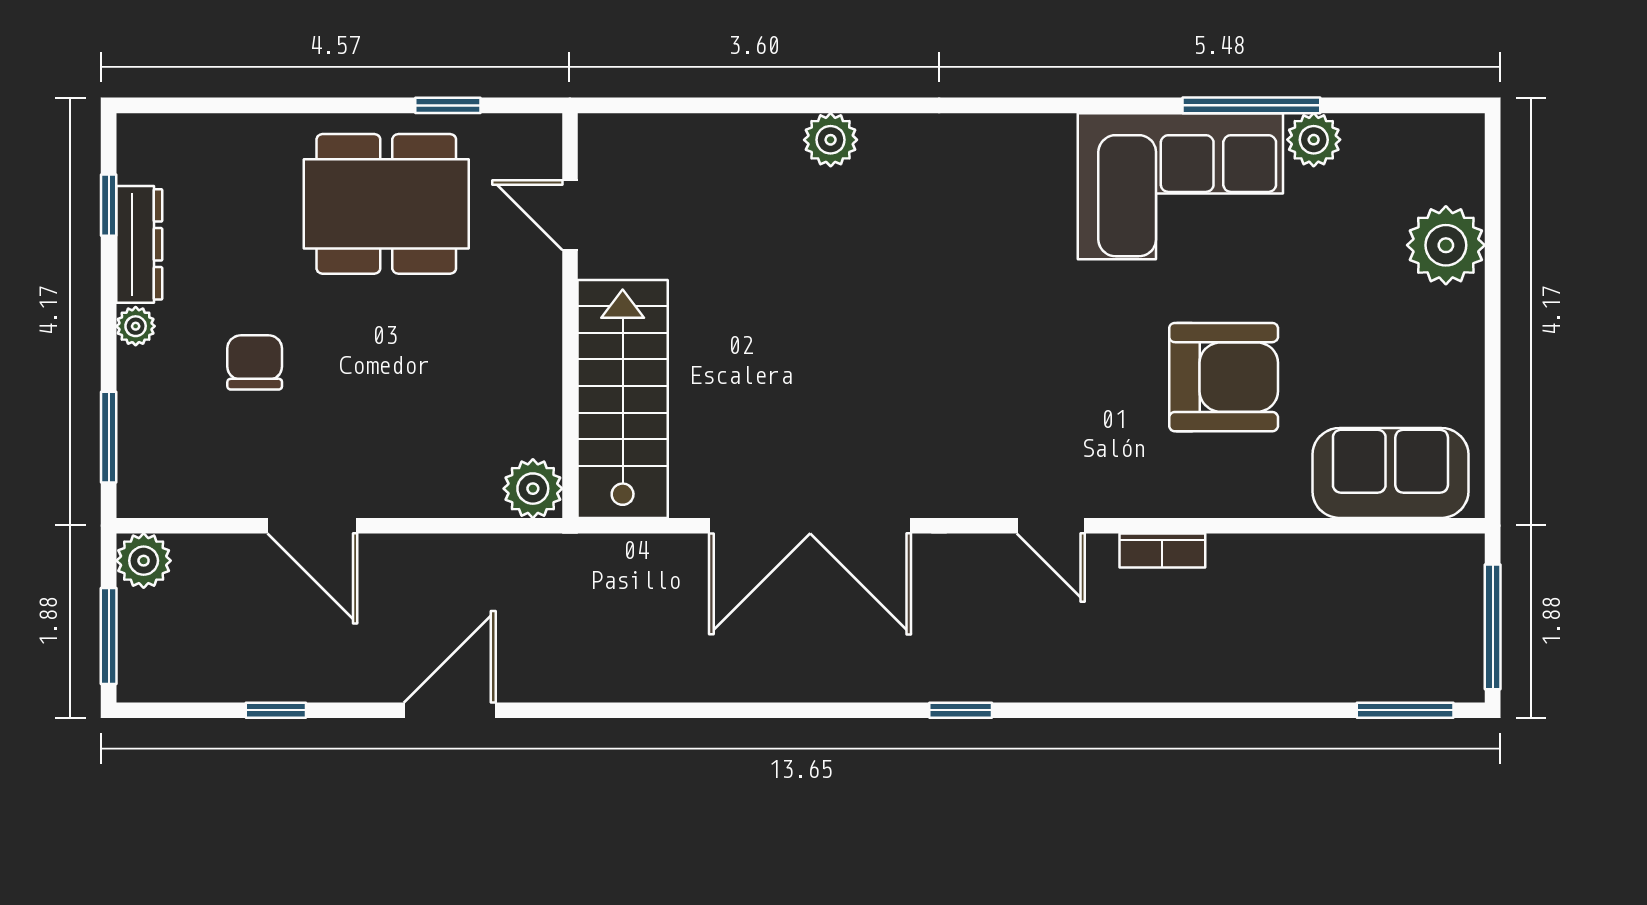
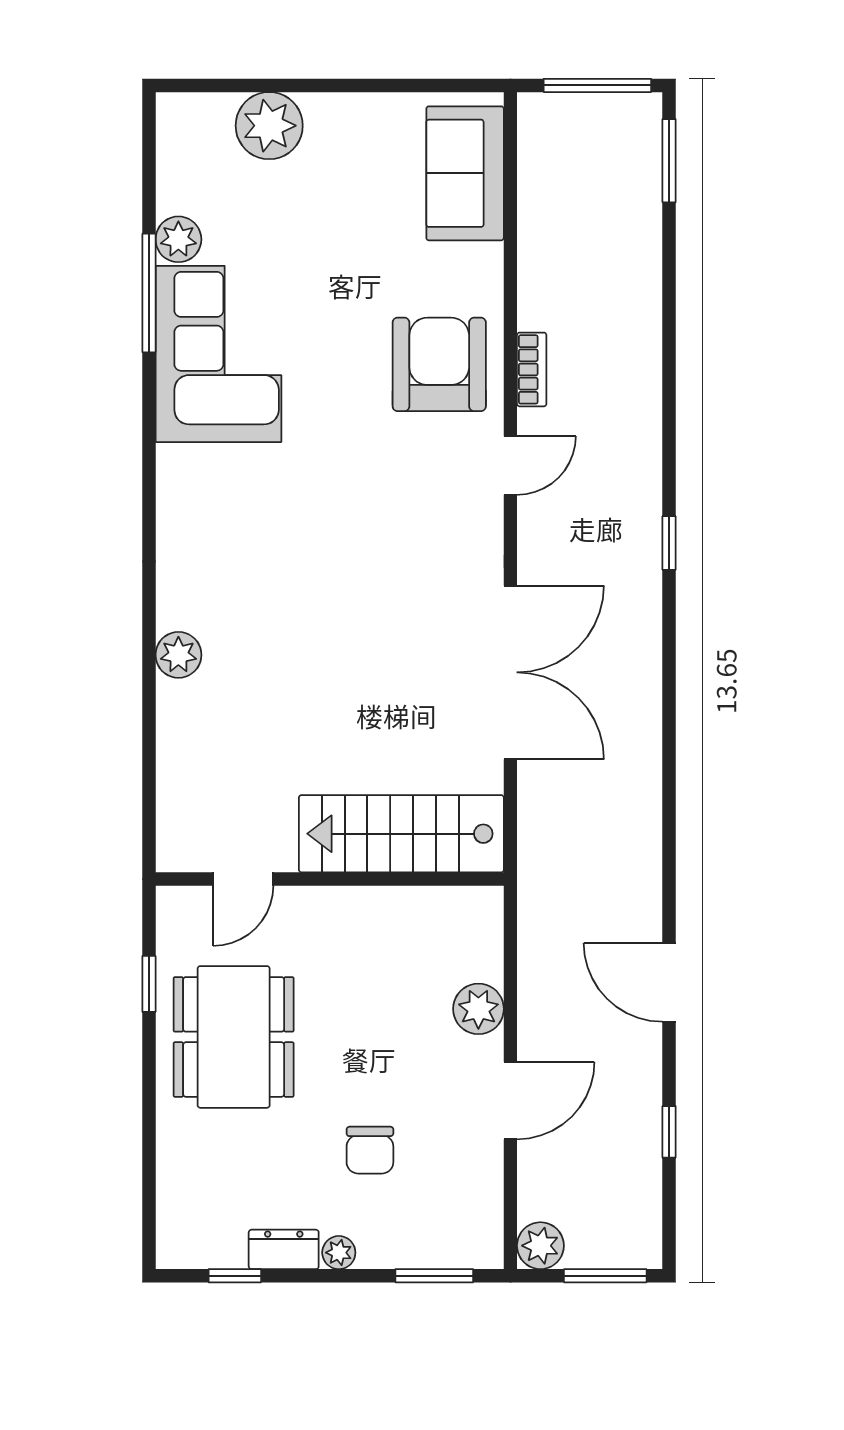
dresser: (139, 244) -> (284, 1249), width x0.70
chair: (255, 362) -> (370, 1150), turned -90
armchair: (1224, 377) -> (439, 364), moved
plant: (533, 489) -> (478, 1009), moved

